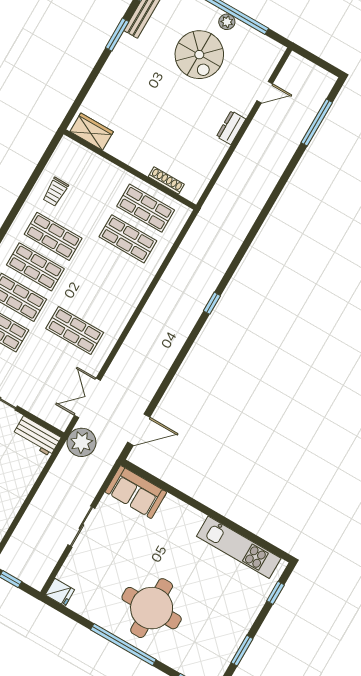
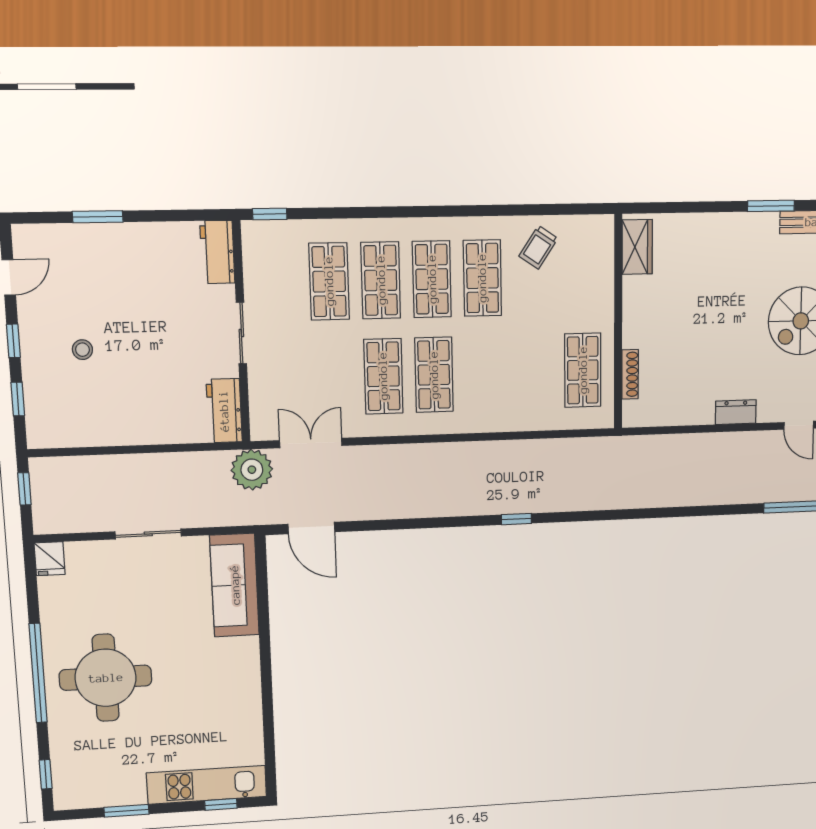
trolley: (55, 192) -> (538, 247), turned -56
shop shelf: (128, 239) -> (434, 375), moved
sofa: (136, 492) -> (235, 585), width x1.36
kitchen unit: (239, 547) -> (207, 785), moved, turned 90

